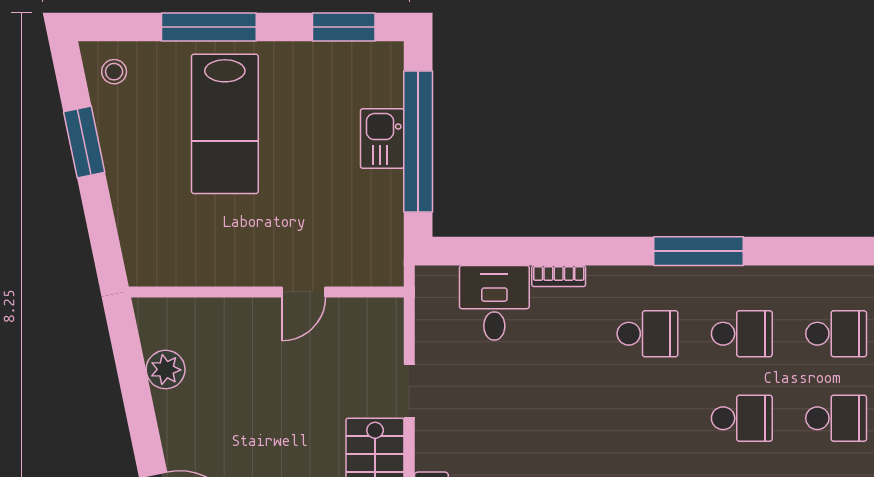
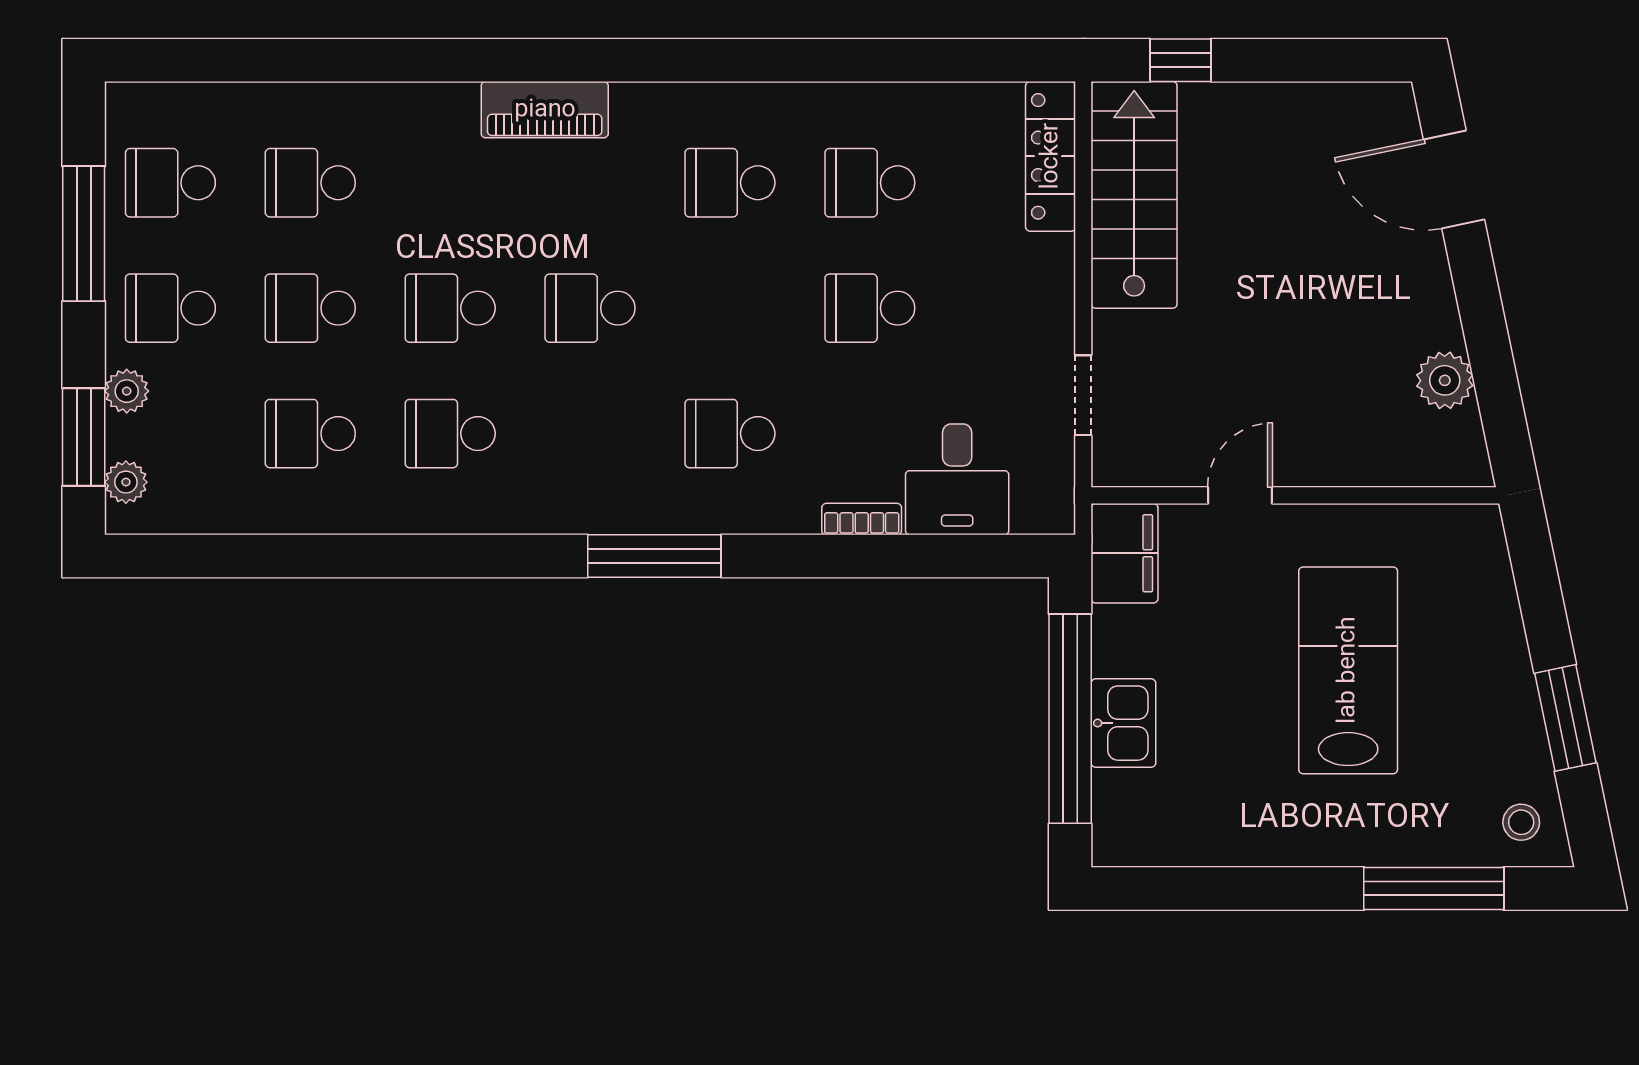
window: (209, 27) -> (1434, 888), moved
window: (344, 27) -> (1180, 888), removed
lab bench: (225, 124) -> (1348, 670), moved
filing cabinet: (381, 253) -> (1125, 553), added
school desk: (742, 334) -> (870, 308), moved
doorway: (409, 391) -> (1083, 395), moved

